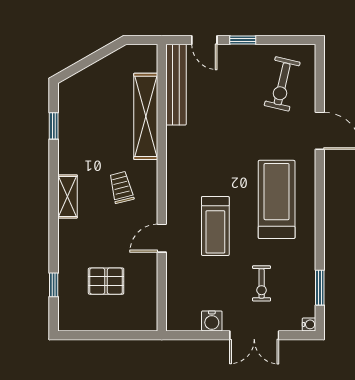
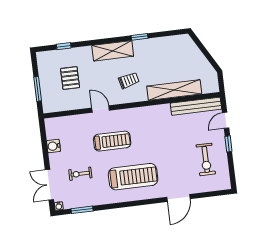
exercise bike: (282, 84) -> (206, 159), moved, turned -103
window: (54, 126) -> (140, 37), moved
shelving: (68, 196) -> (113, 51), width x1.50, depth x1.33
treadmill: (215, 226) -> (112, 141), turned 180
window: (117, 335) -> (38, 89), added
double door: (254, 335) -> (49, 185), moved

